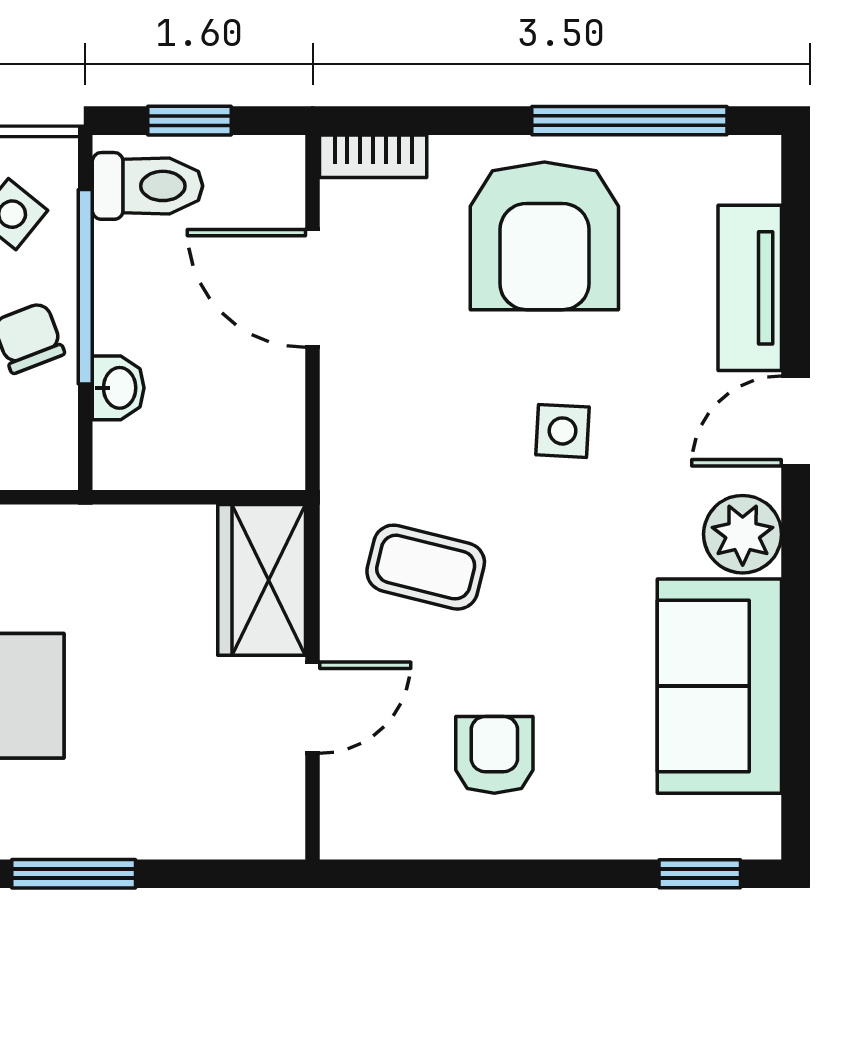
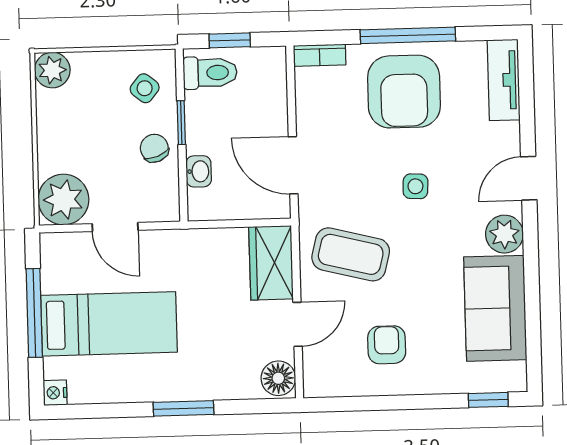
window: (629, 121) -> (408, 35), moved
window: (85, 287) -> (181, 123), width x0.46
door: (313, 288) -> (293, 165), moved
tv unit: (750, 288) -> (504, 80), moved
coffee table: (426, 567) -> (351, 254), width x1.36, depth x1.30
floor lamp: (270, 817) -> (278, 378), added

